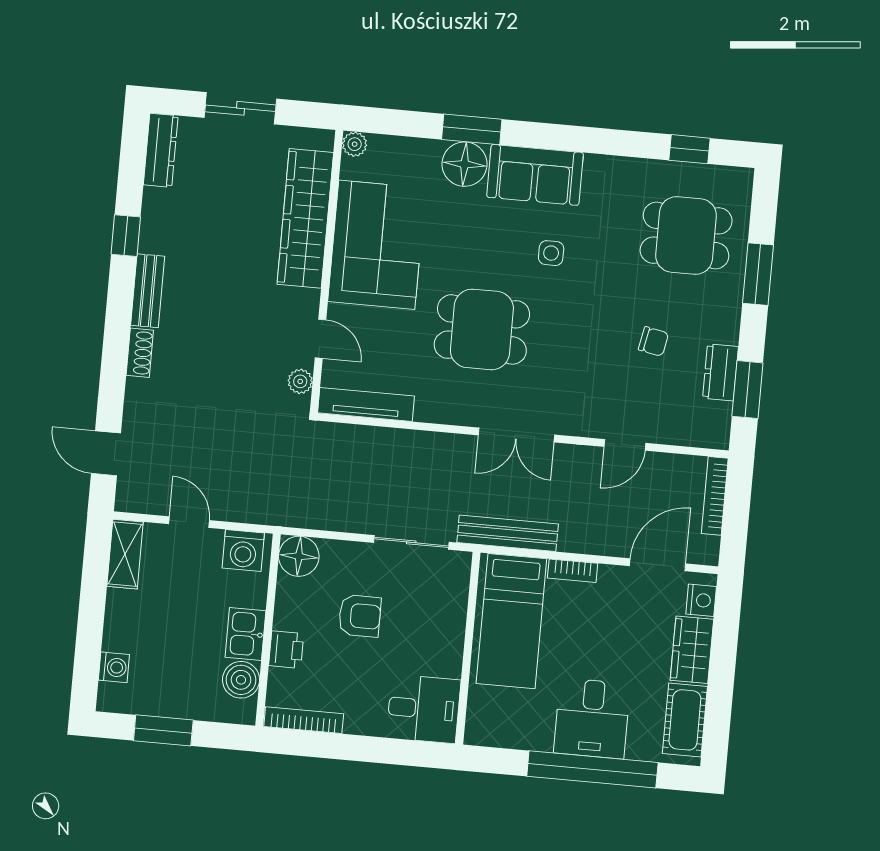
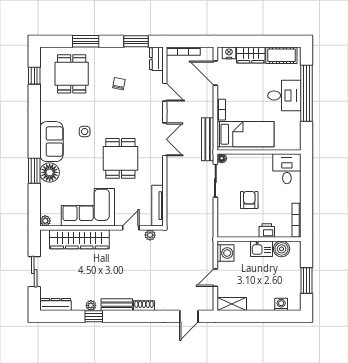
plant: (151, 231) -> (91, 305), added
dresser: (720, 372) -> (156, 59), moved, turned 90
floor lamp: (299, 556) -> (222, 158), moved, width x0.53, depth x0.53

